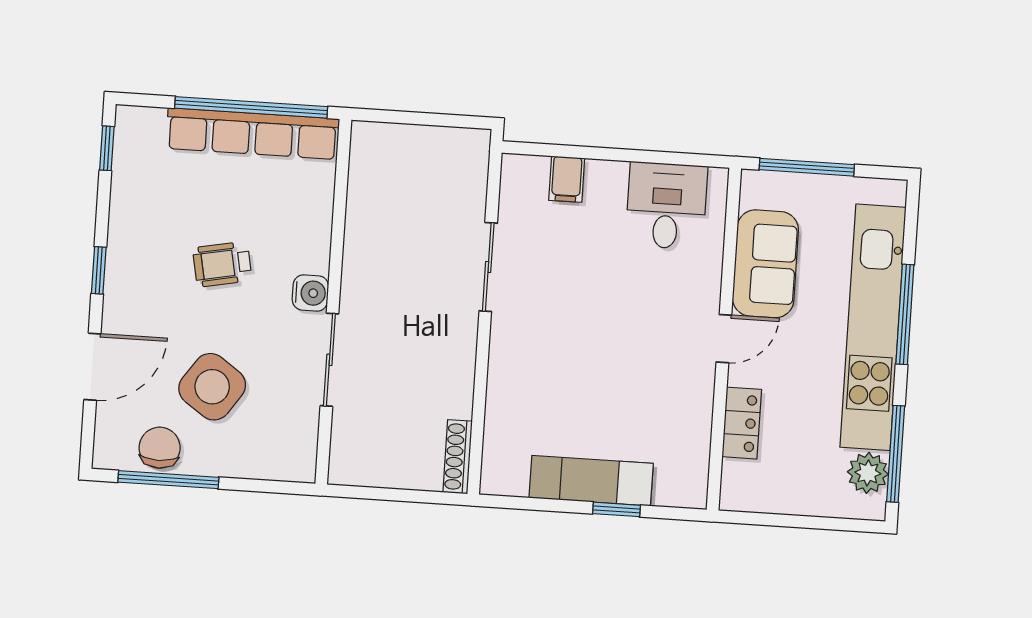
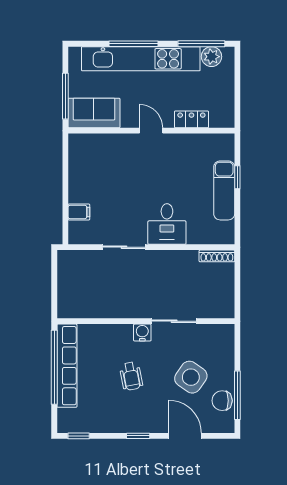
desk: (666, 206) -> (167, 224), moved, turned -90
sofa: (765, 264) -> (94, 113), moved

